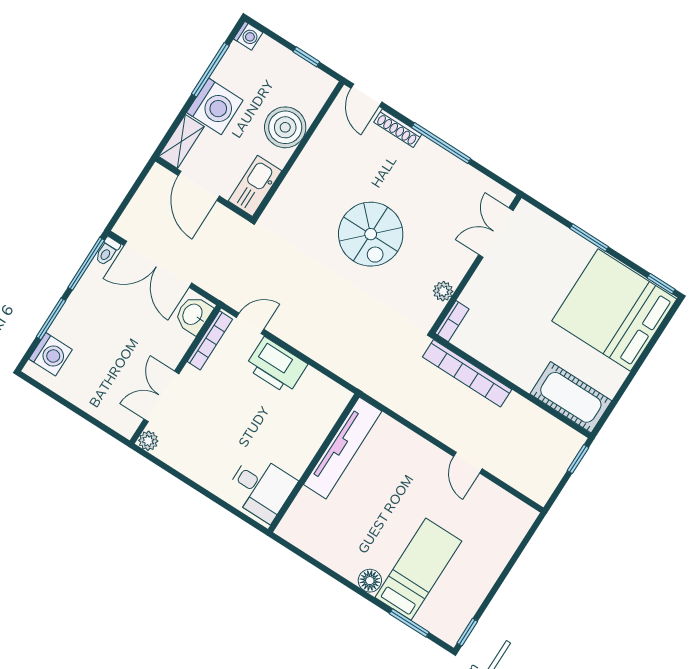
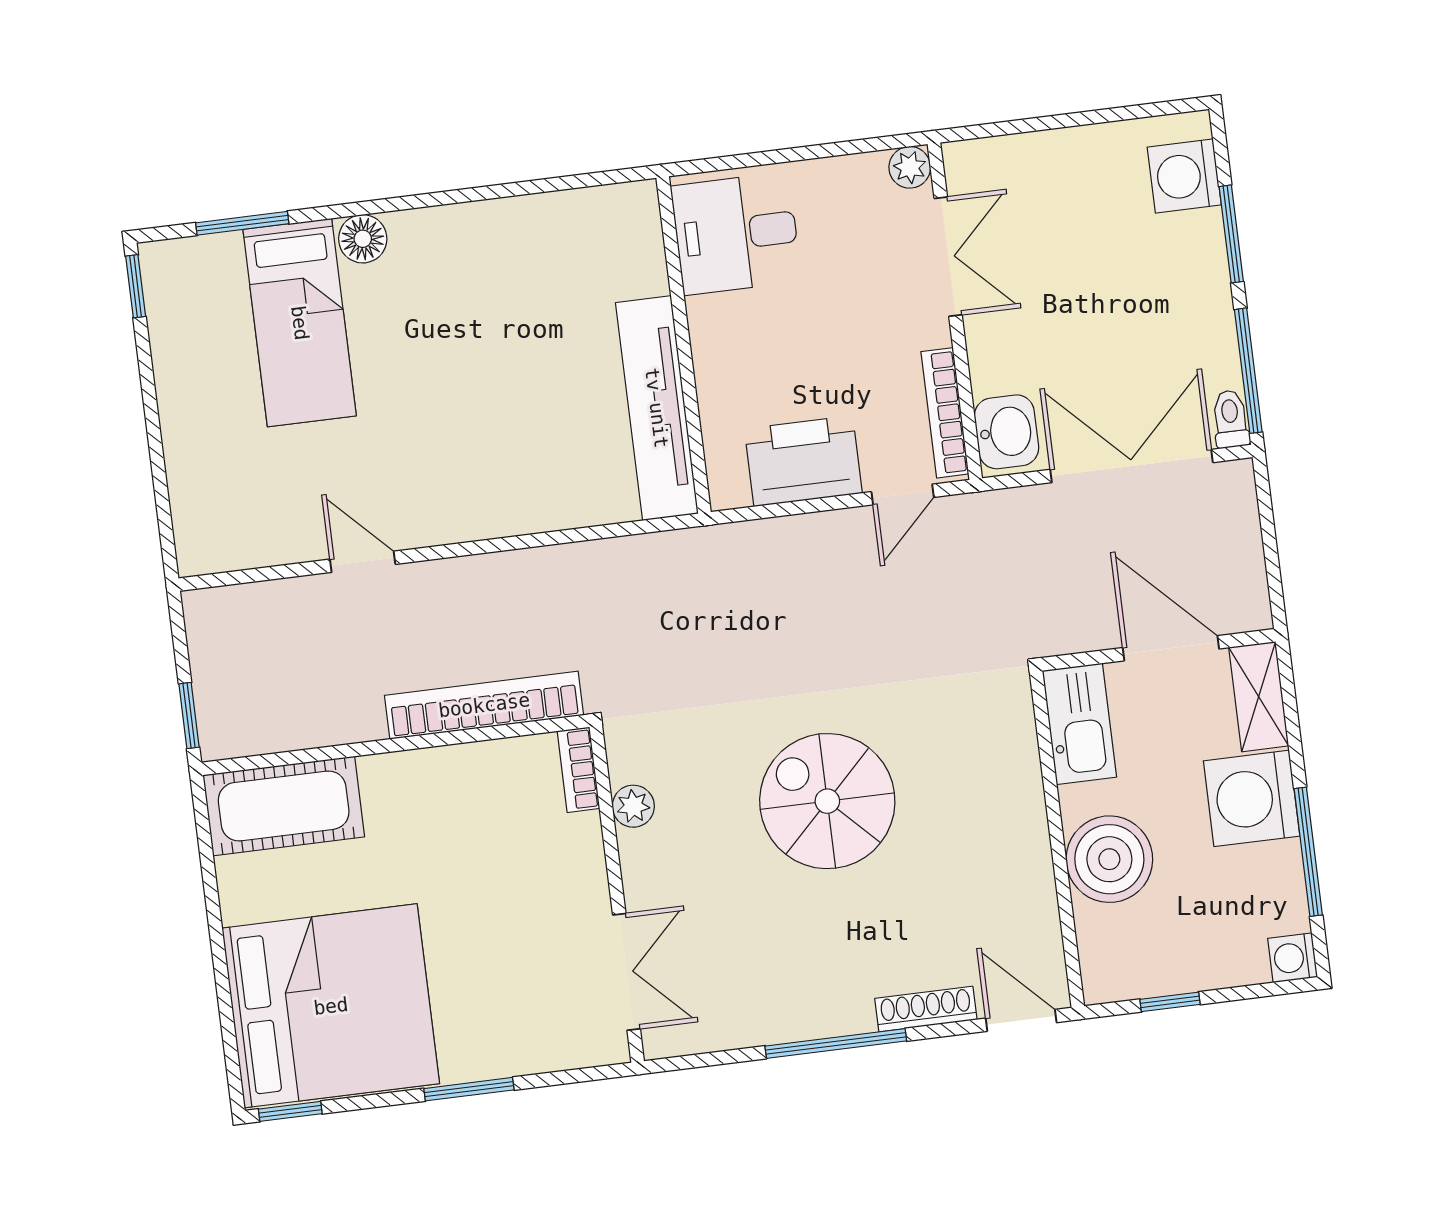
tv unit: (343, 448) -> (657, 408), moved
wall: (314, 463) -> (684, 345), moved
desk: (261, 488) -> (736, 234), moved

